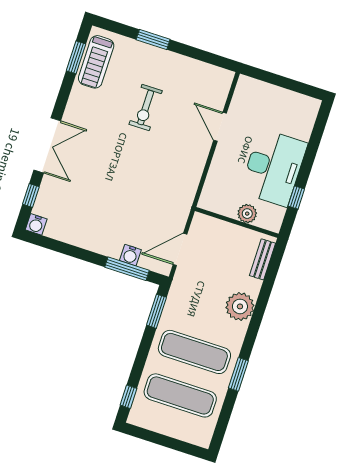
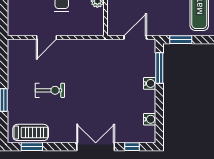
water cooler: (36, 224) -> (150, 119), moved
door: (180, 249) -> (135, 37), swing flipped
water cooler: (130, 255) -> (150, 83), moved

